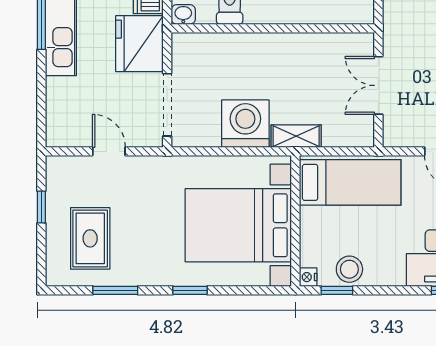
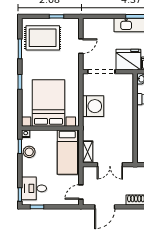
double door: (378, 85) -> (110, 165), swing flipped
shelving: (296, 136) -> (88, 152), moved
rug: (90, 238) -> (43, 38), width x1.36, depth x1.43

